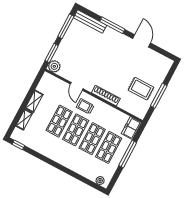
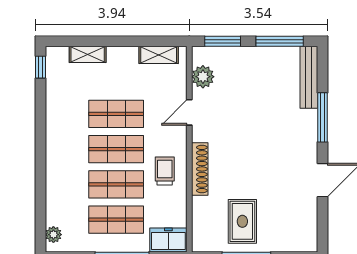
plant: (54, 66) -> (203, 77), moved
shelving: (34, 101) -> (159, 55), moved
trolley: (85, 106) -> (165, 171), moved

